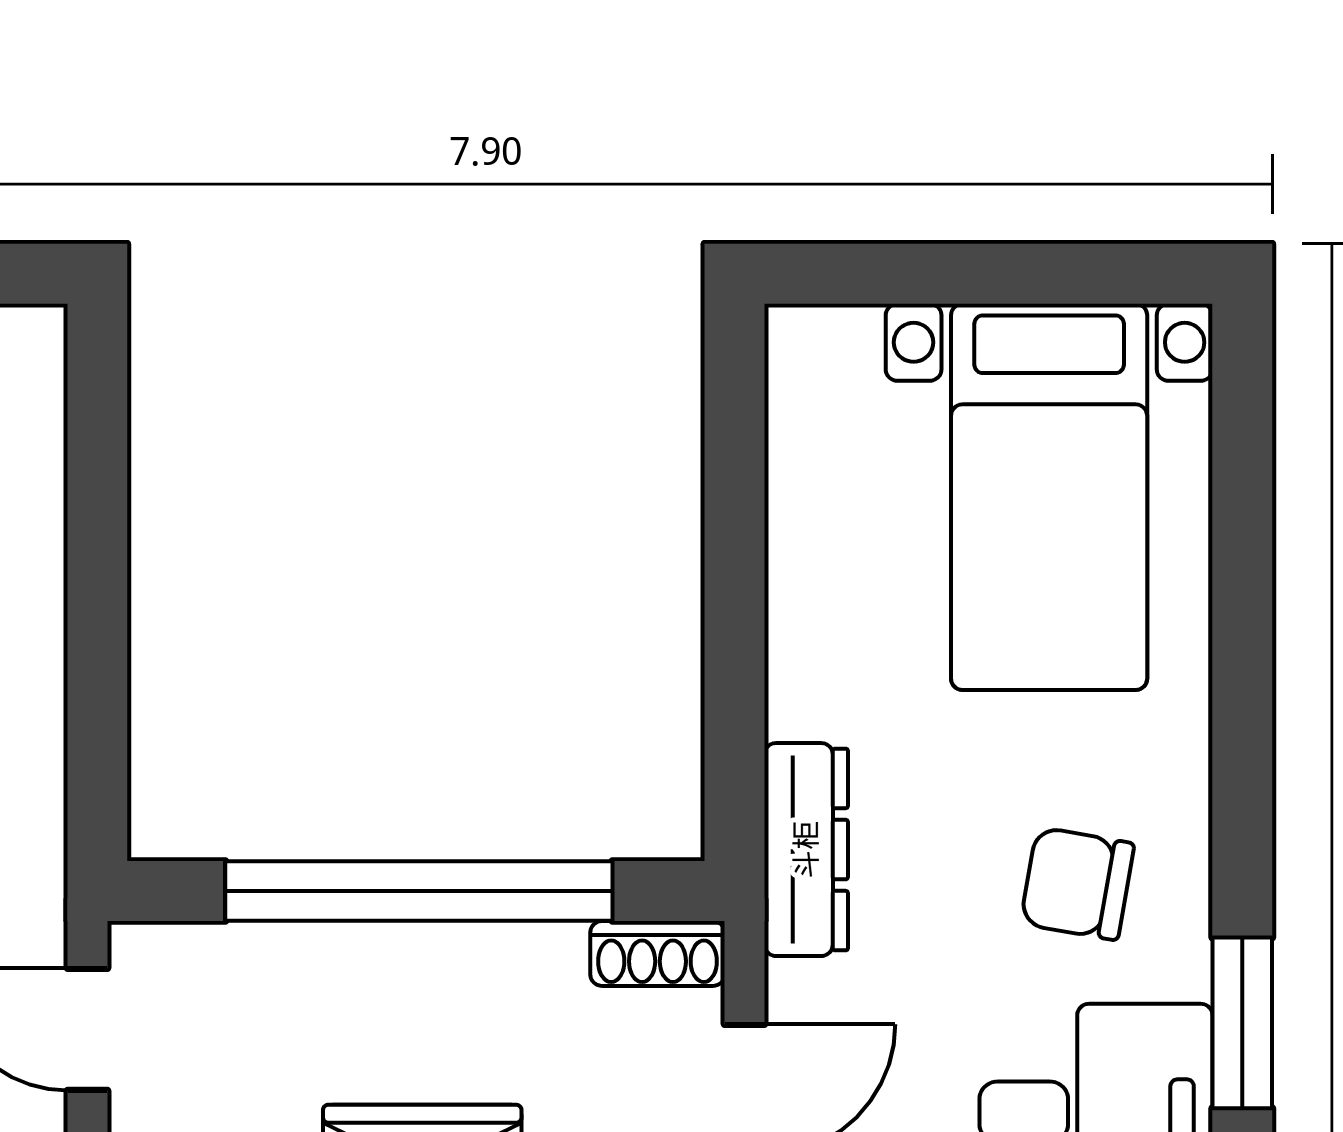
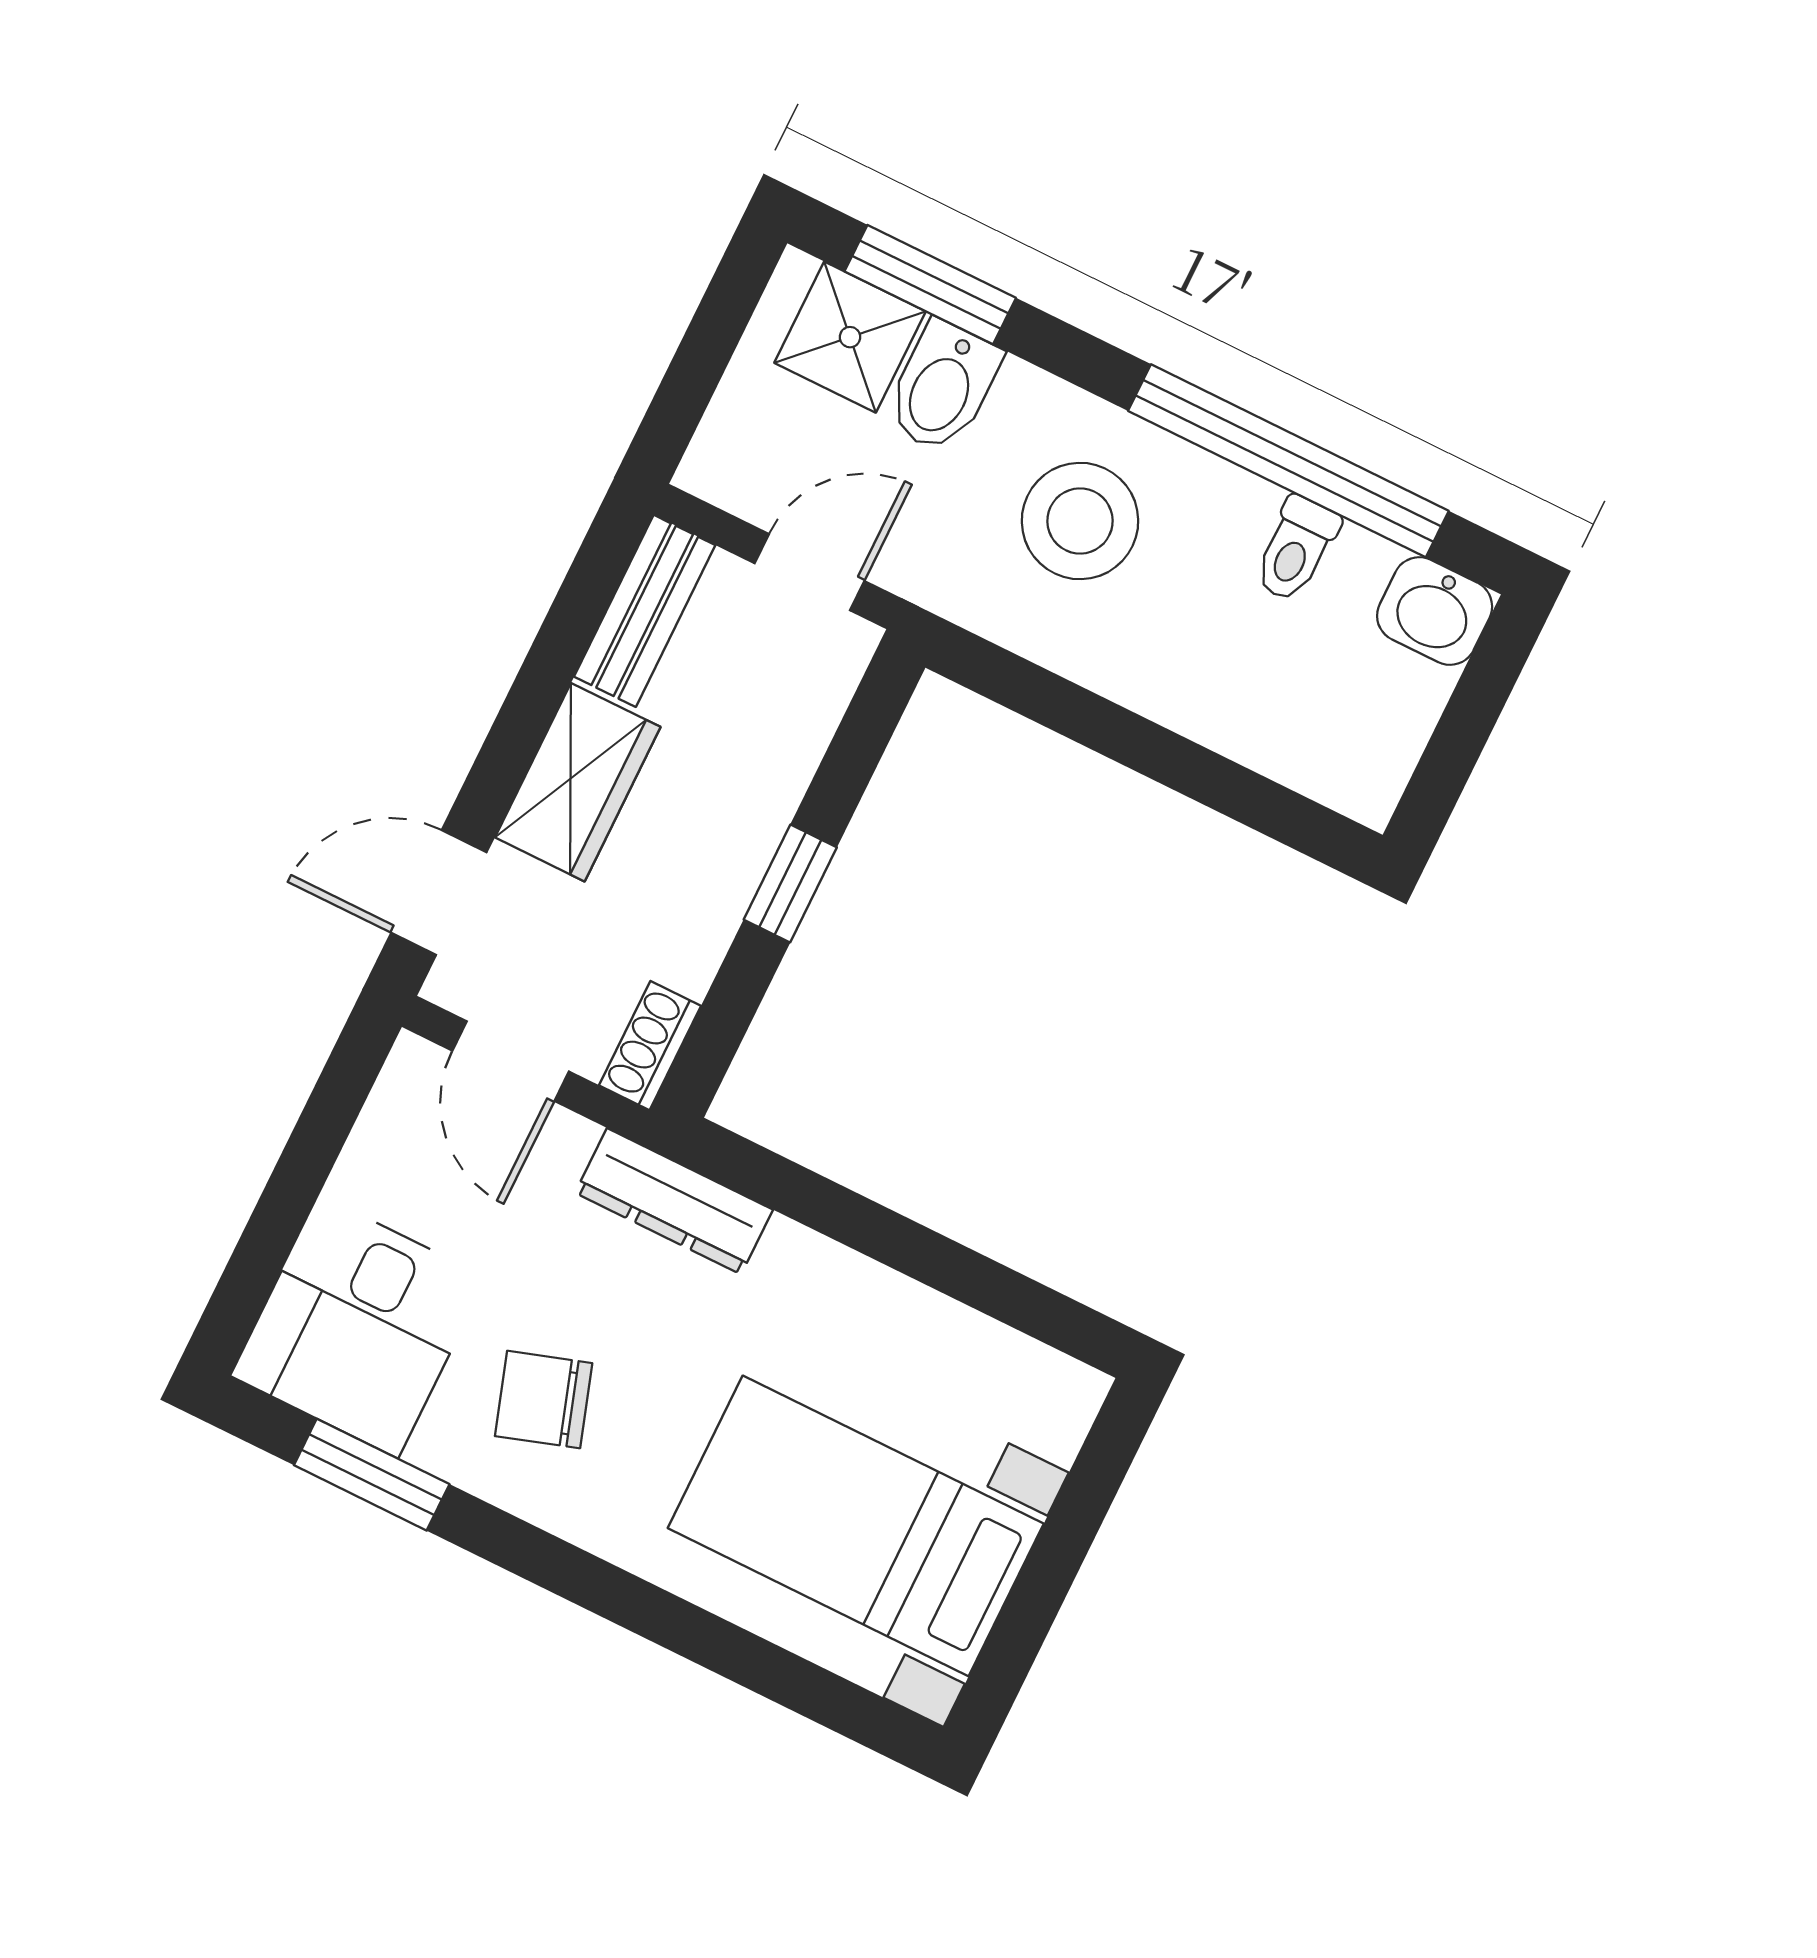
chair: (1077, 884) -> (544, 1400), turned -118
window: (419, 891) -> (790, 883), width x0.32

